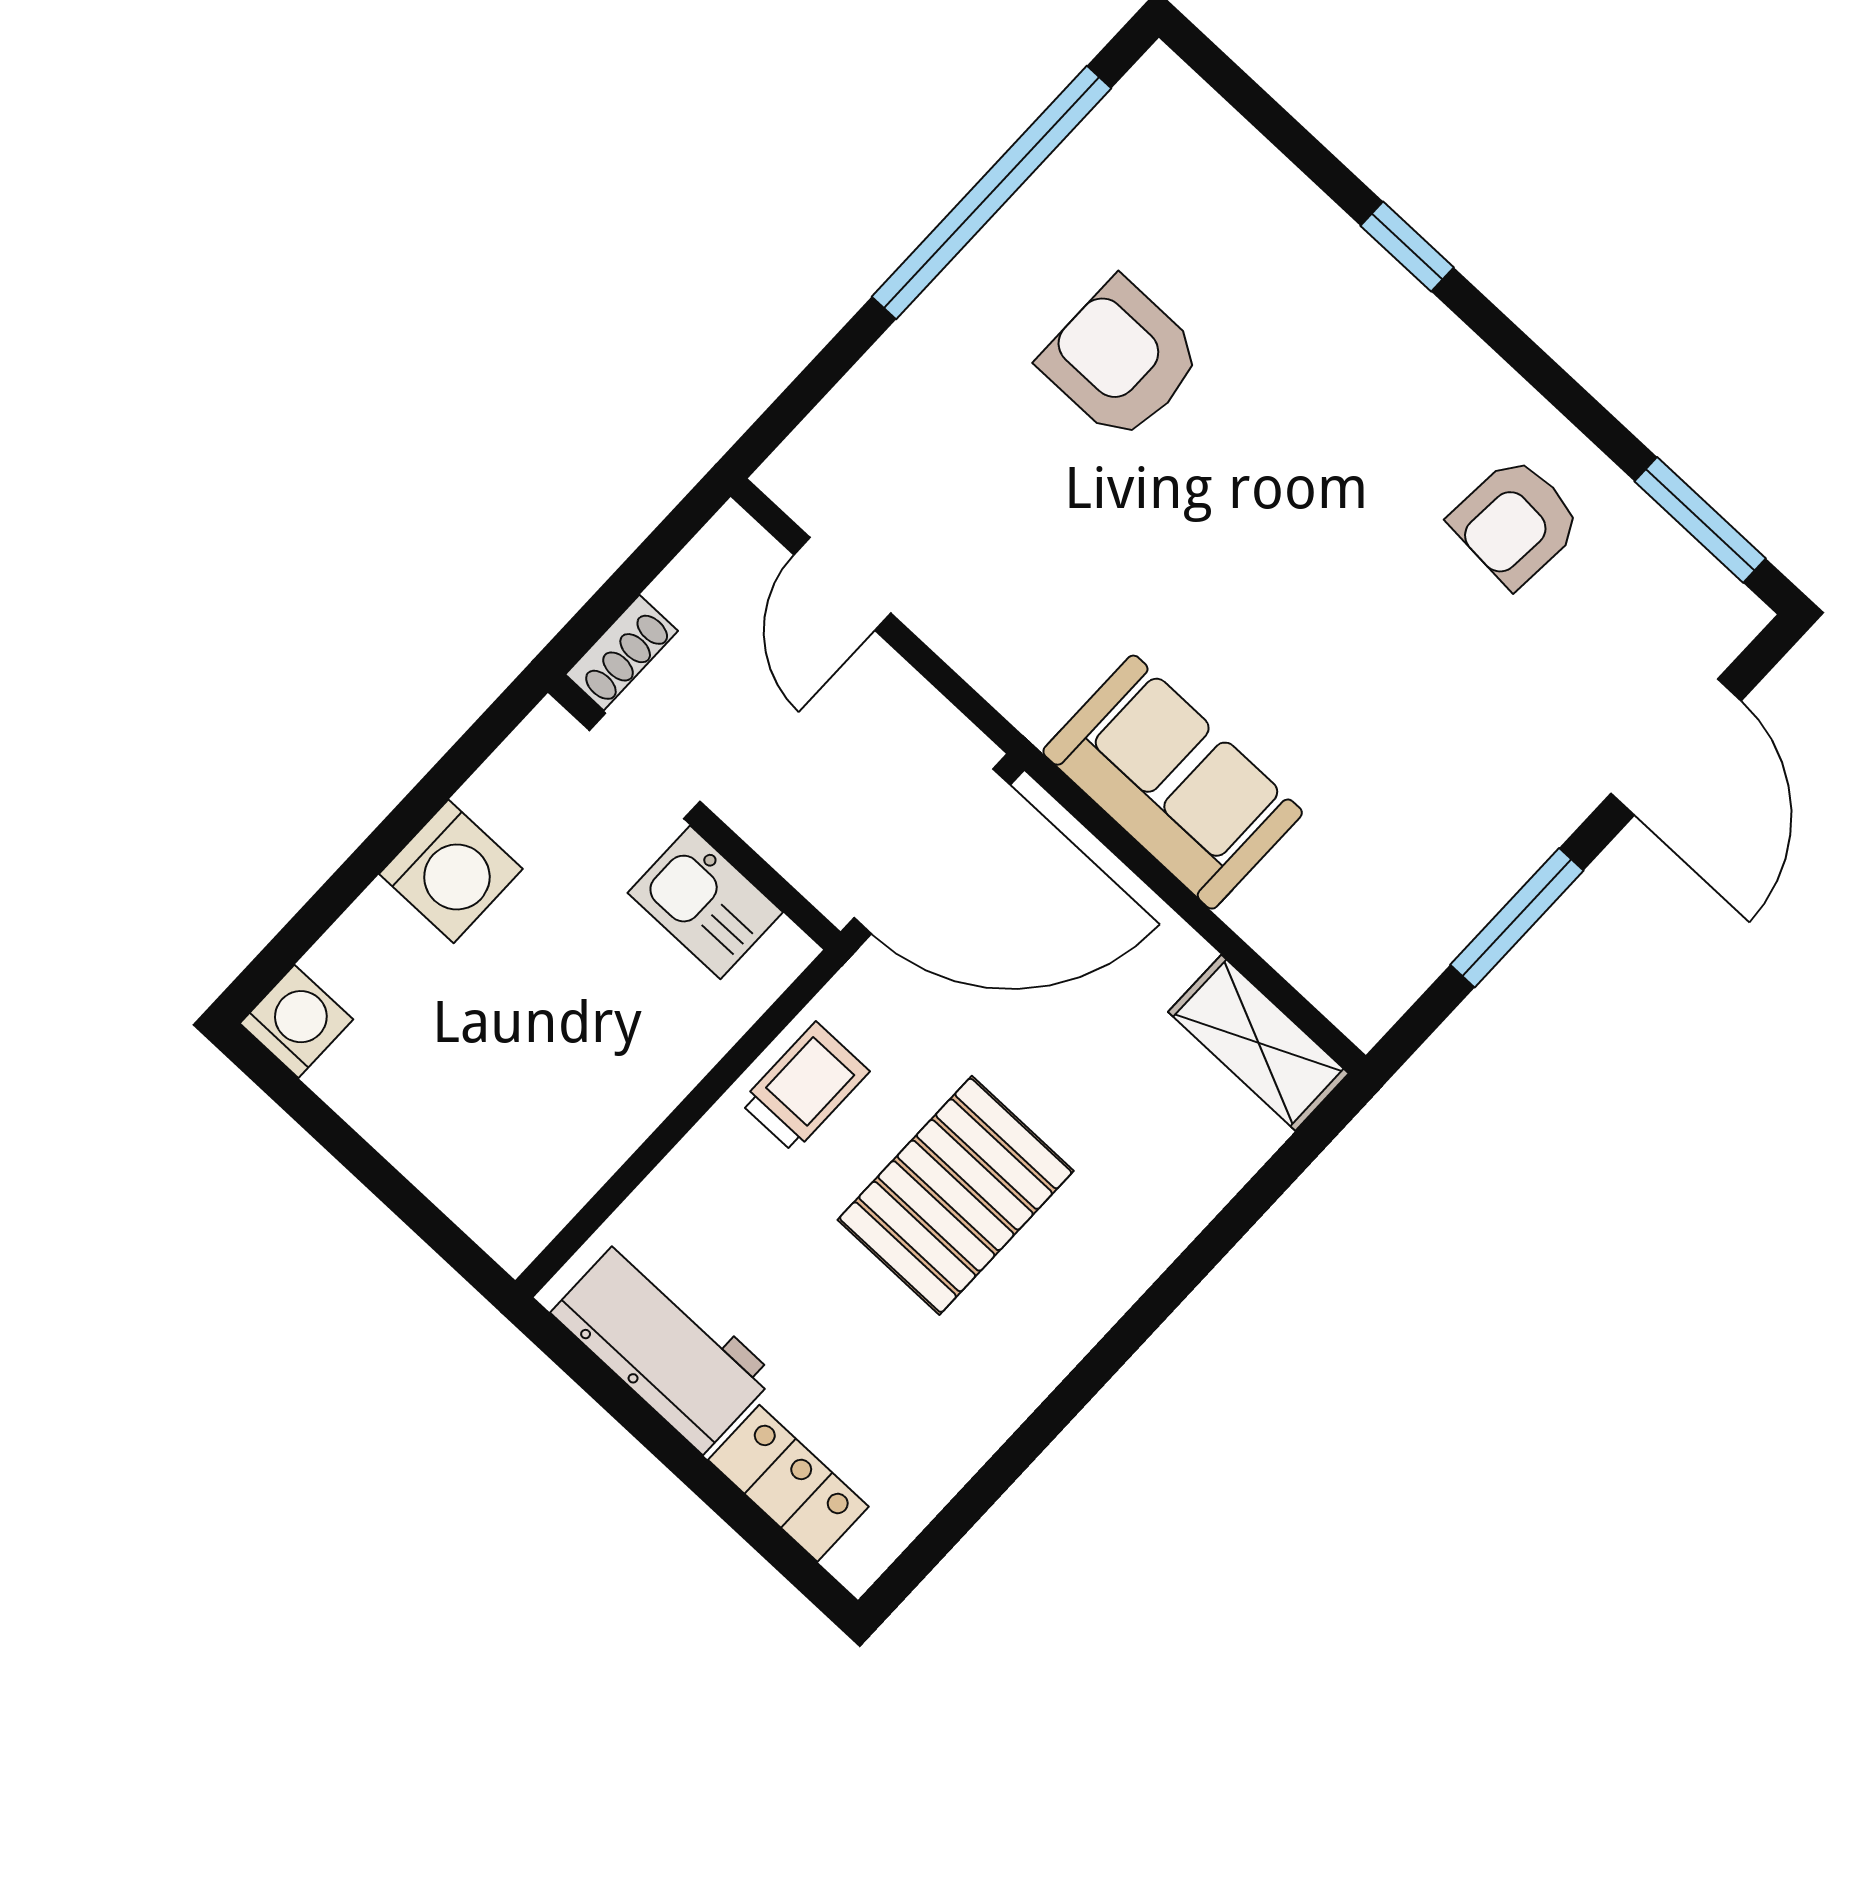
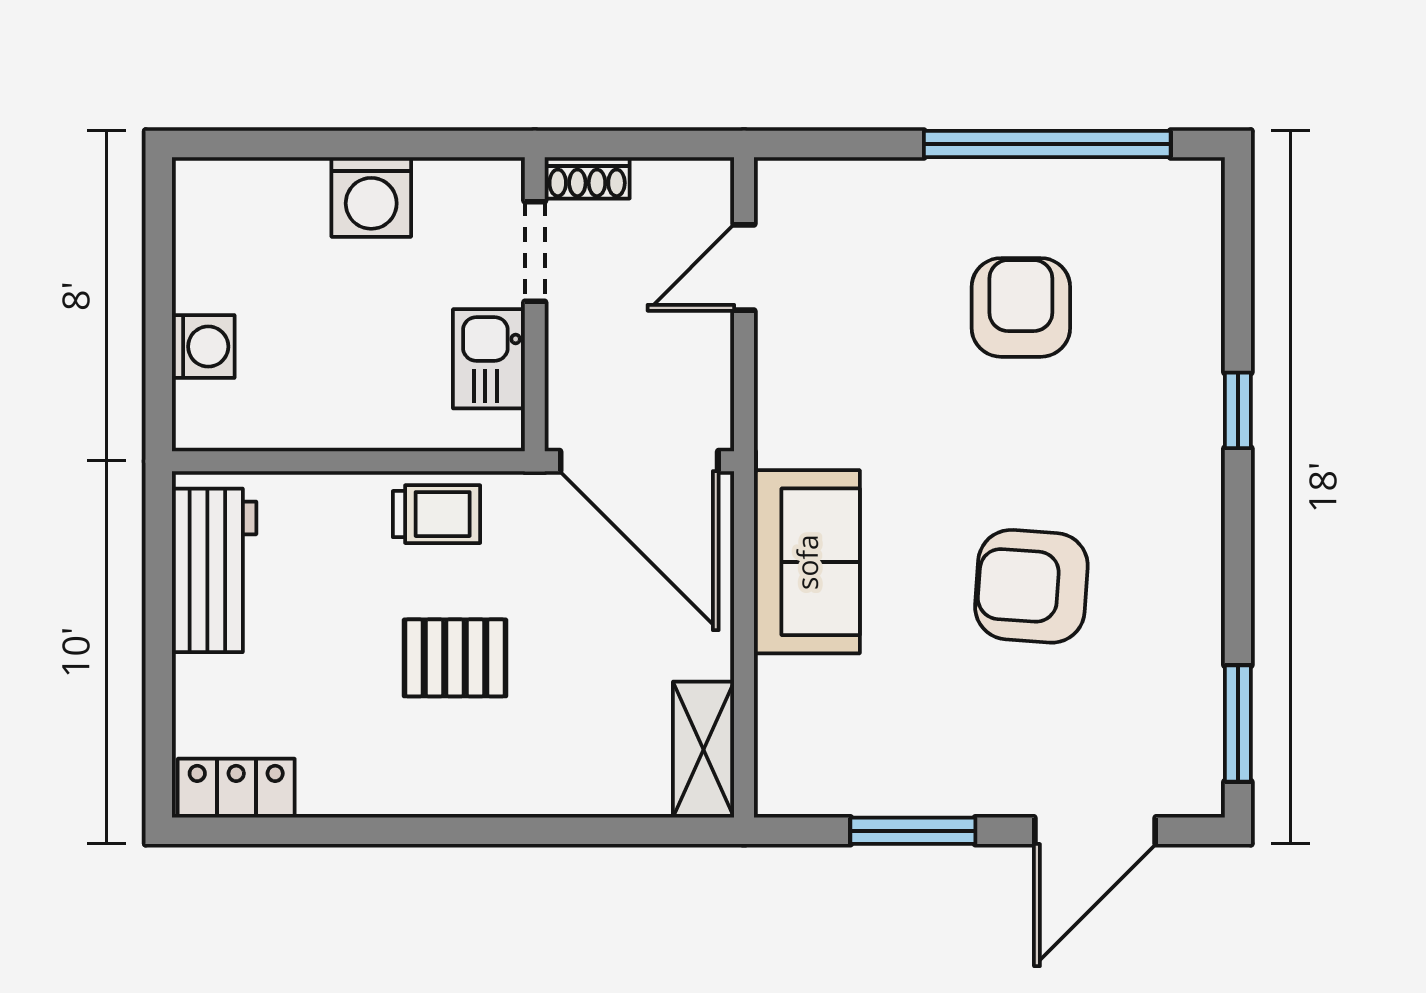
armchair: (1516, 522) -> (1031, 586), moved, width x1.38, depth x1.38
washing machine: (296, 1021) -> (203, 347), moved
pallet: (956, 1195) -> (455, 658), width x0.67, depth x0.71
locker: (788, 1483) -> (236, 788), moved, turned -90

